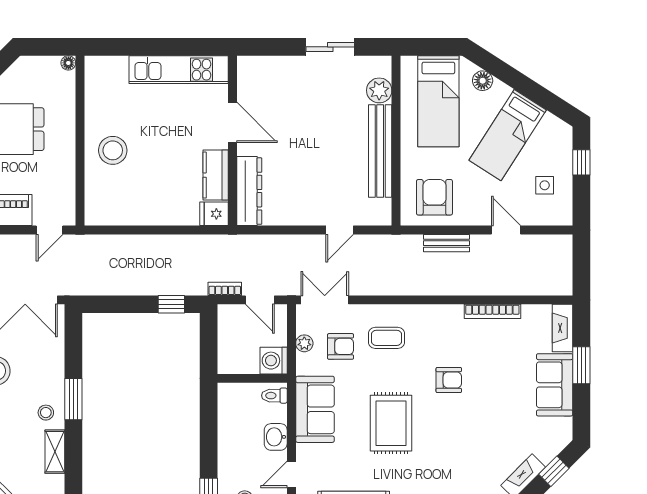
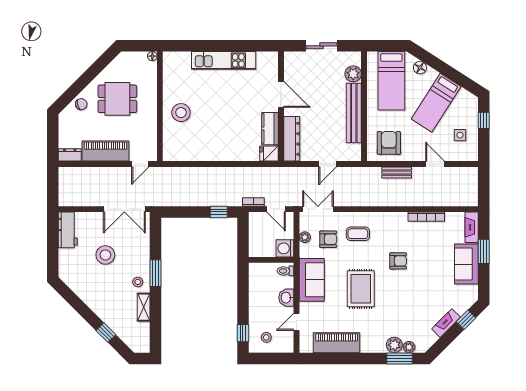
door: (233, 122) -> (281, 94), moved
wall: (233, 141) -> (281, 106), moved
kitchen counter: (216, 175) -> (270, 129), moved
dresser: (249, 191) -> (292, 139), moved
fridge: (214, 214) -> (269, 154), moved

